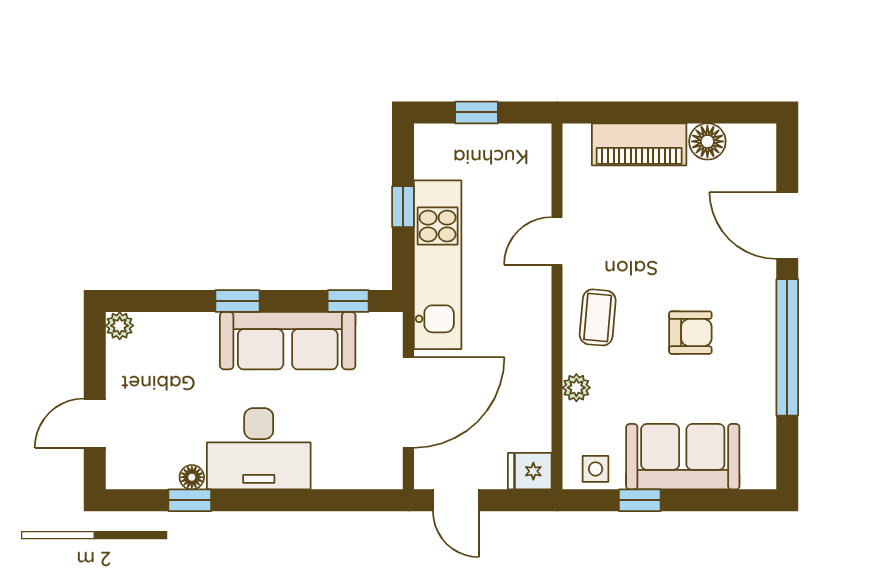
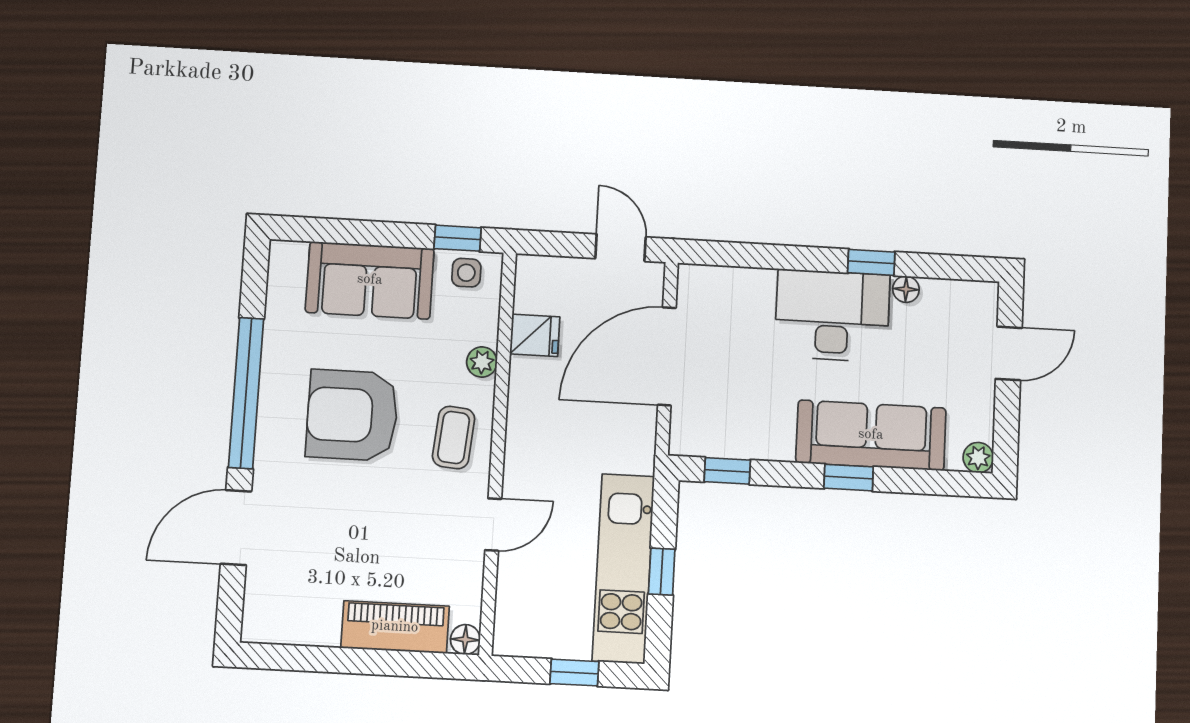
floor lamp: (707, 141) -> (465, 640), moved, width x0.73, depth x0.73
door: (787, 226) -> (236, 528), swing flipped
kitchen unit: (438, 265) -> (623, 568), moved
armchair: (690, 333) -> (352, 415), width x1.88, depth x1.88
sofa: (288, 341) -> (871, 435), moved
fridge: (530, 471) -> (535, 335), moved
window: (190, 500) -> (871, 262), moved
window: (640, 500) -> (458, 238), moved

